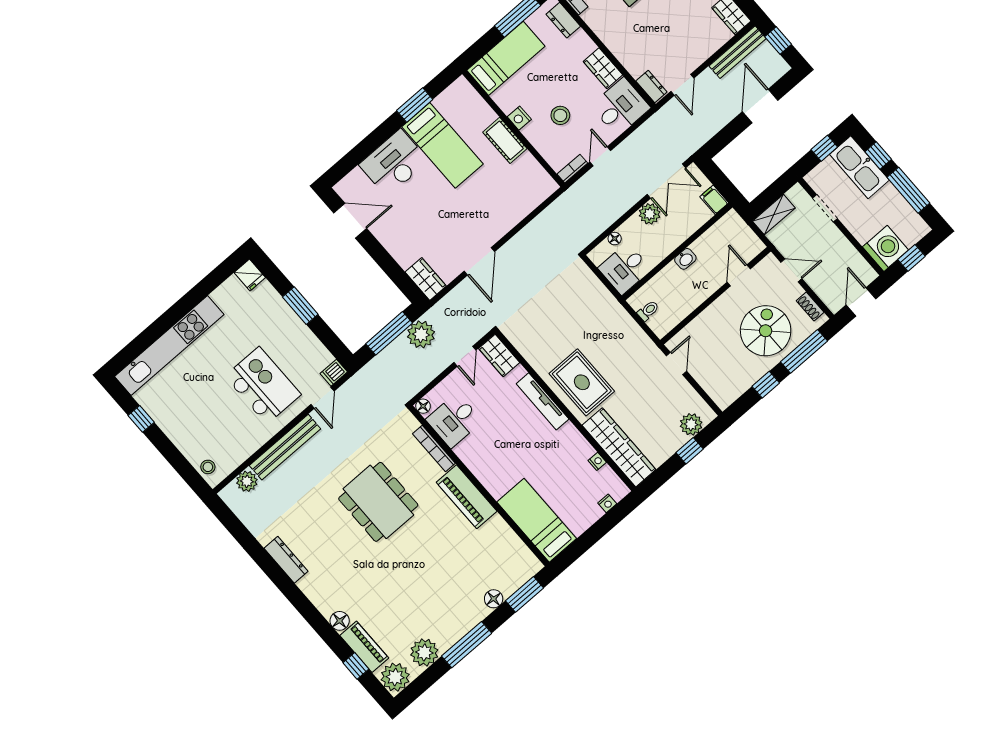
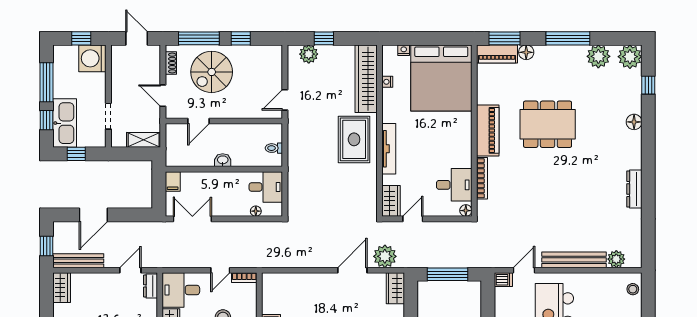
plant: (650, 214) -> (221, 208), removed
door: (861, 302) -> (137, 38), swing flipped
plant: (421, 334) -> (385, 256), moved
dining table: (378, 502) -> (548, 124), moved, turned 90
bed: (537, 520) -> (441, 78), width x2.04
piano: (364, 647) -> (497, 54), moved, turned -90

